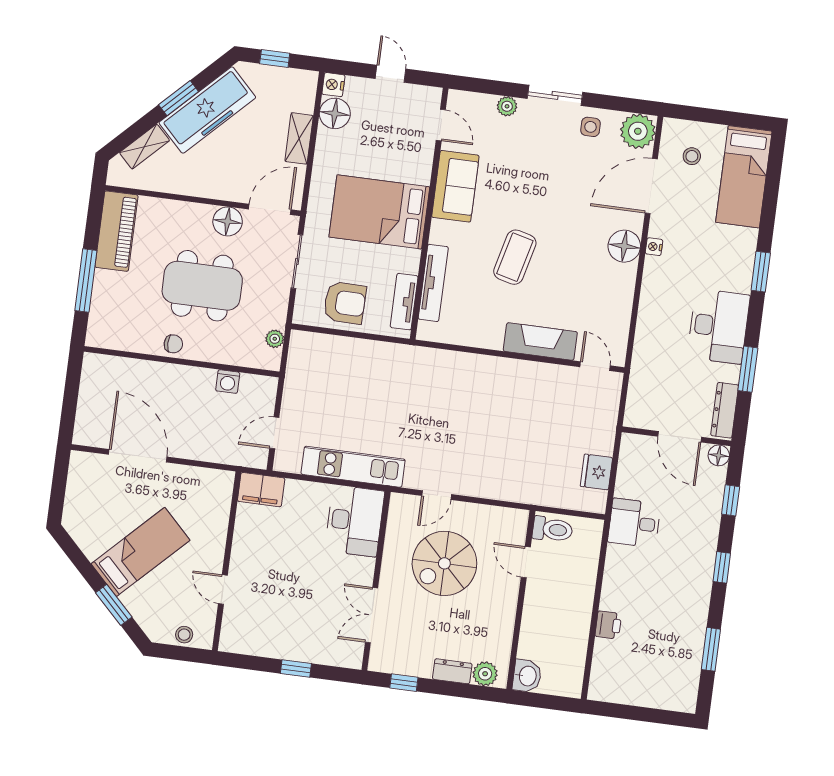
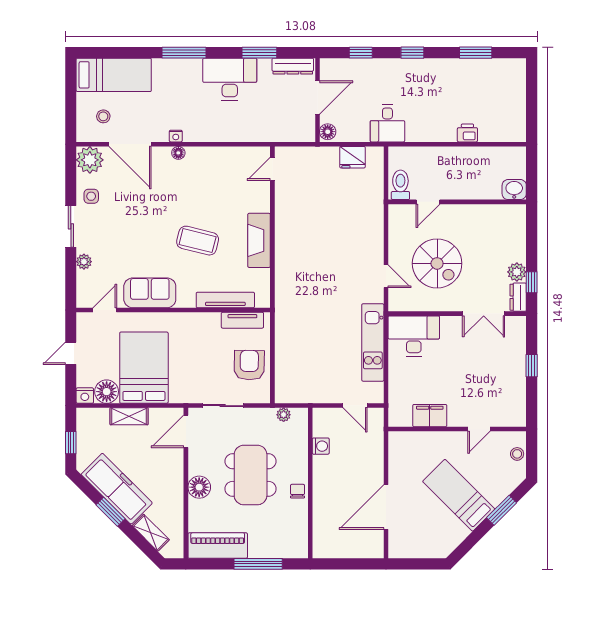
door: (270, 209) -> (186, 431), hinge flipped
bed: (379, 212) -> (144, 368), moved, turned 180
floor lamp: (228, 221) -> (199, 487), moved
floor lamp: (624, 246) -> (178, 153), width x0.53, depth x0.53
window: (761, 272) -> (184, 53), width x1.44
fireplace: (540, 341) -> (259, 240), moved
floor lamp: (719, 455) -> (328, 132), moved
filing cabinet: (261, 490) -> (430, 416), moved, turned -90
dresser: (452, 671) -> (518, 297), moved
plant: (485, 674) -> (517, 272), moved

